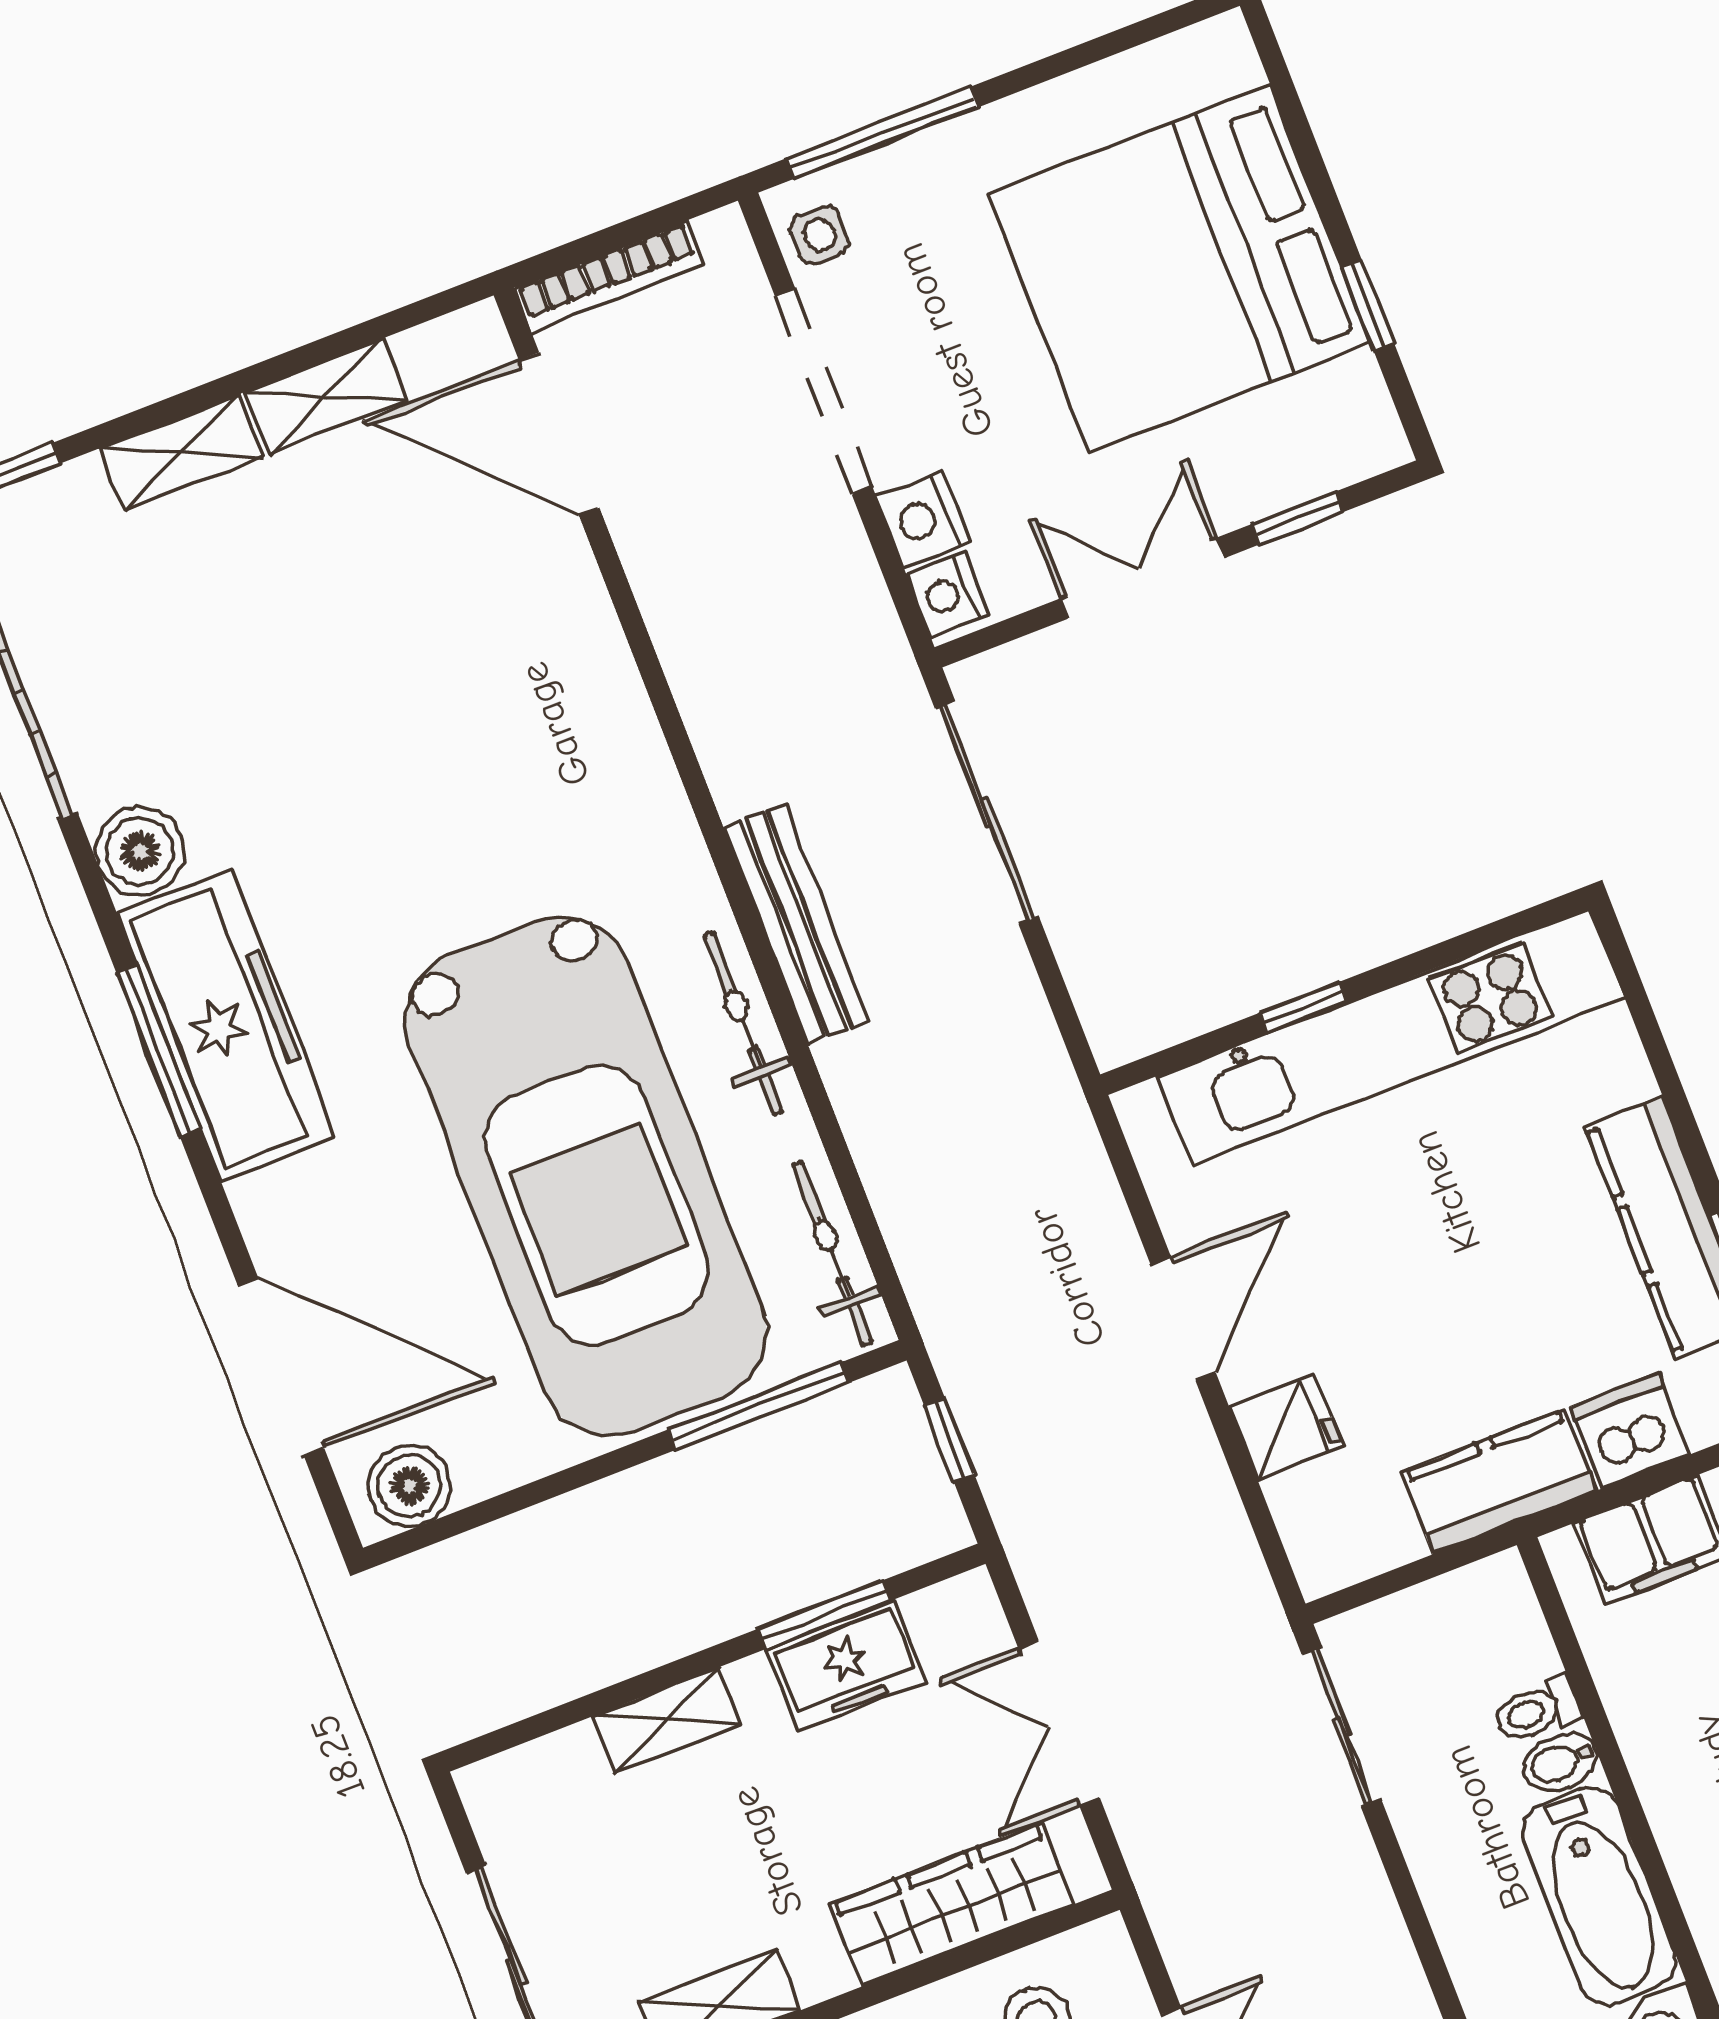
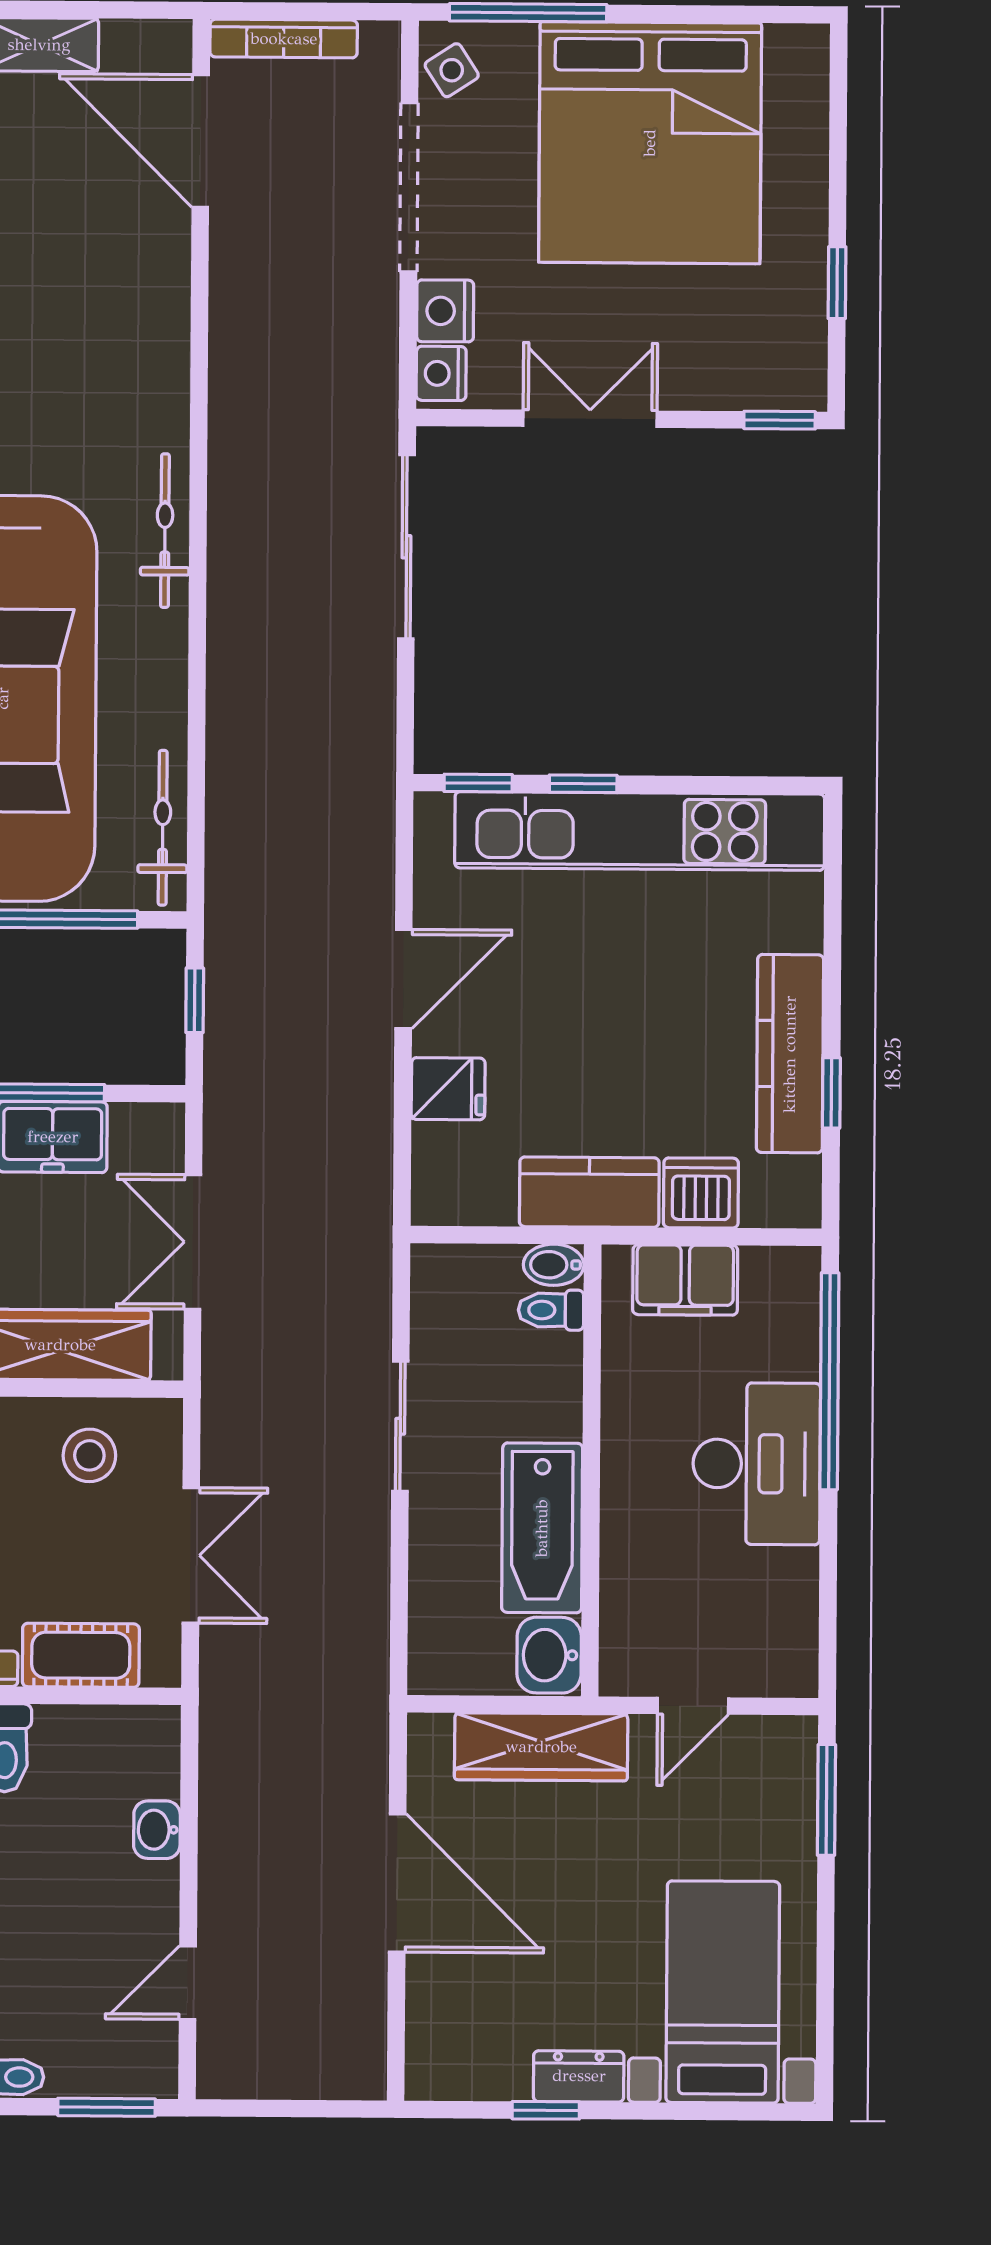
side table: (819, 235) -> (452, 70), turned -33
bed: (1180, 268) -> (650, 143), moved, turned -90
window: (1298, 518) -> (780, 420), moved
bench: (796, 924) -> (232, 574), removed
bicycle: (743, 1024) -> (165, 531), moved
window: (1180, 1055) -> (478, 783), added
toilet: (1537, 1710) -> (551, 1310), moved
sliding door: (1341, 1727) -> (400, 1426), moved
bidet: (1560, 1762) -> (554, 1265), moved

